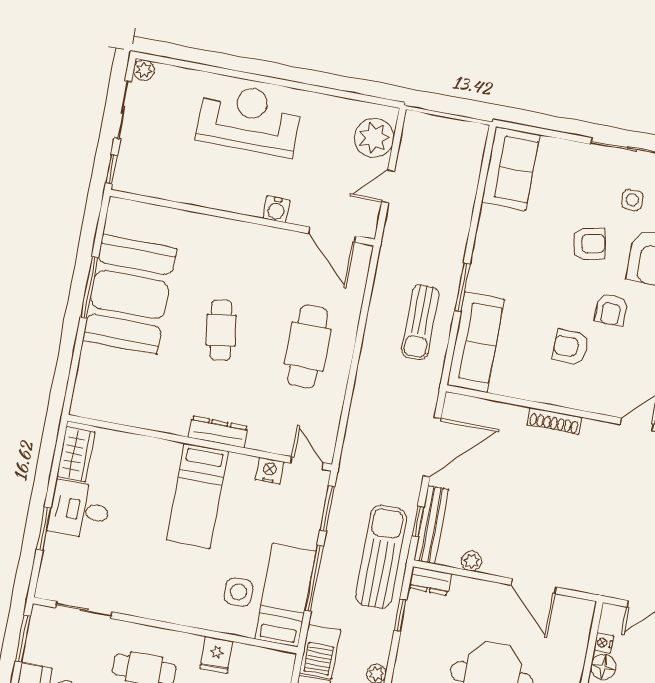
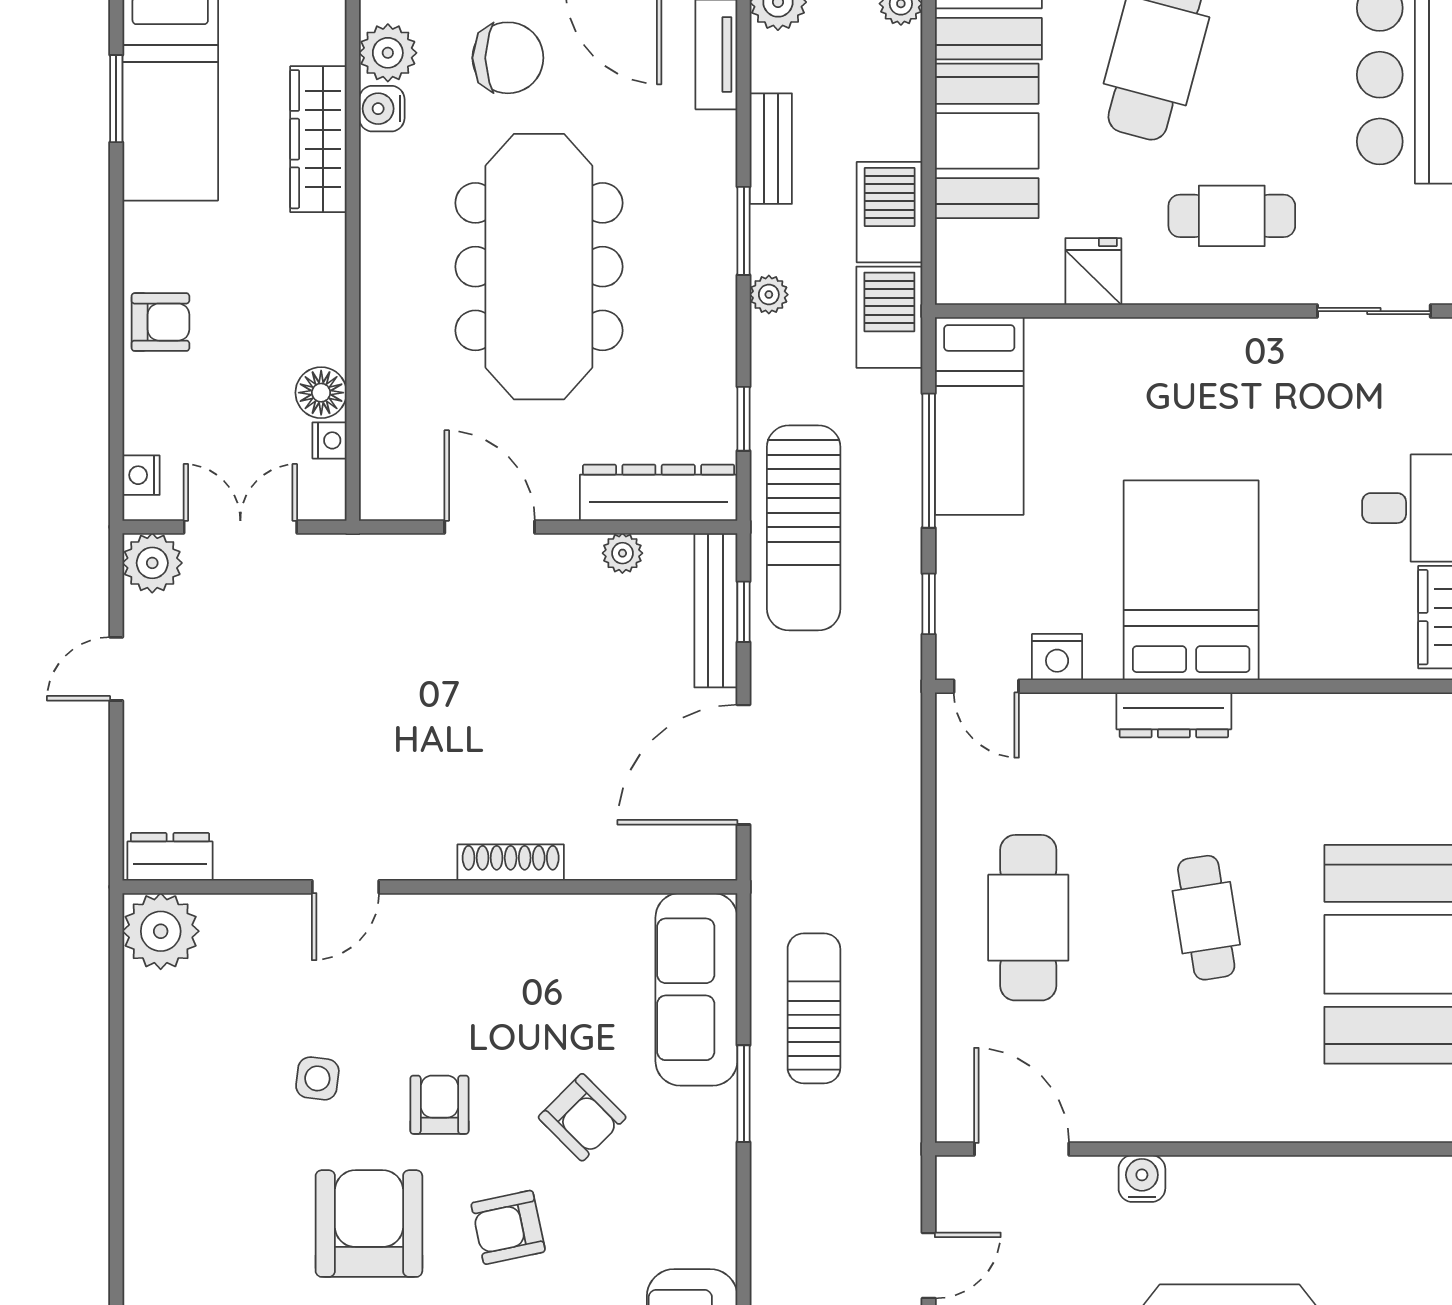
armchair: (570, 347) -> (582, 1117), moved, turned 45
bed: (197, 496) -> (1191, 580), width x1.50
window: (327, 508) -> (929, 604), width x0.67
dresser: (430, 581) -> (659, 493), width x1.96, depth x1.24
side table: (238, 592) -> (1073, 405), removed

